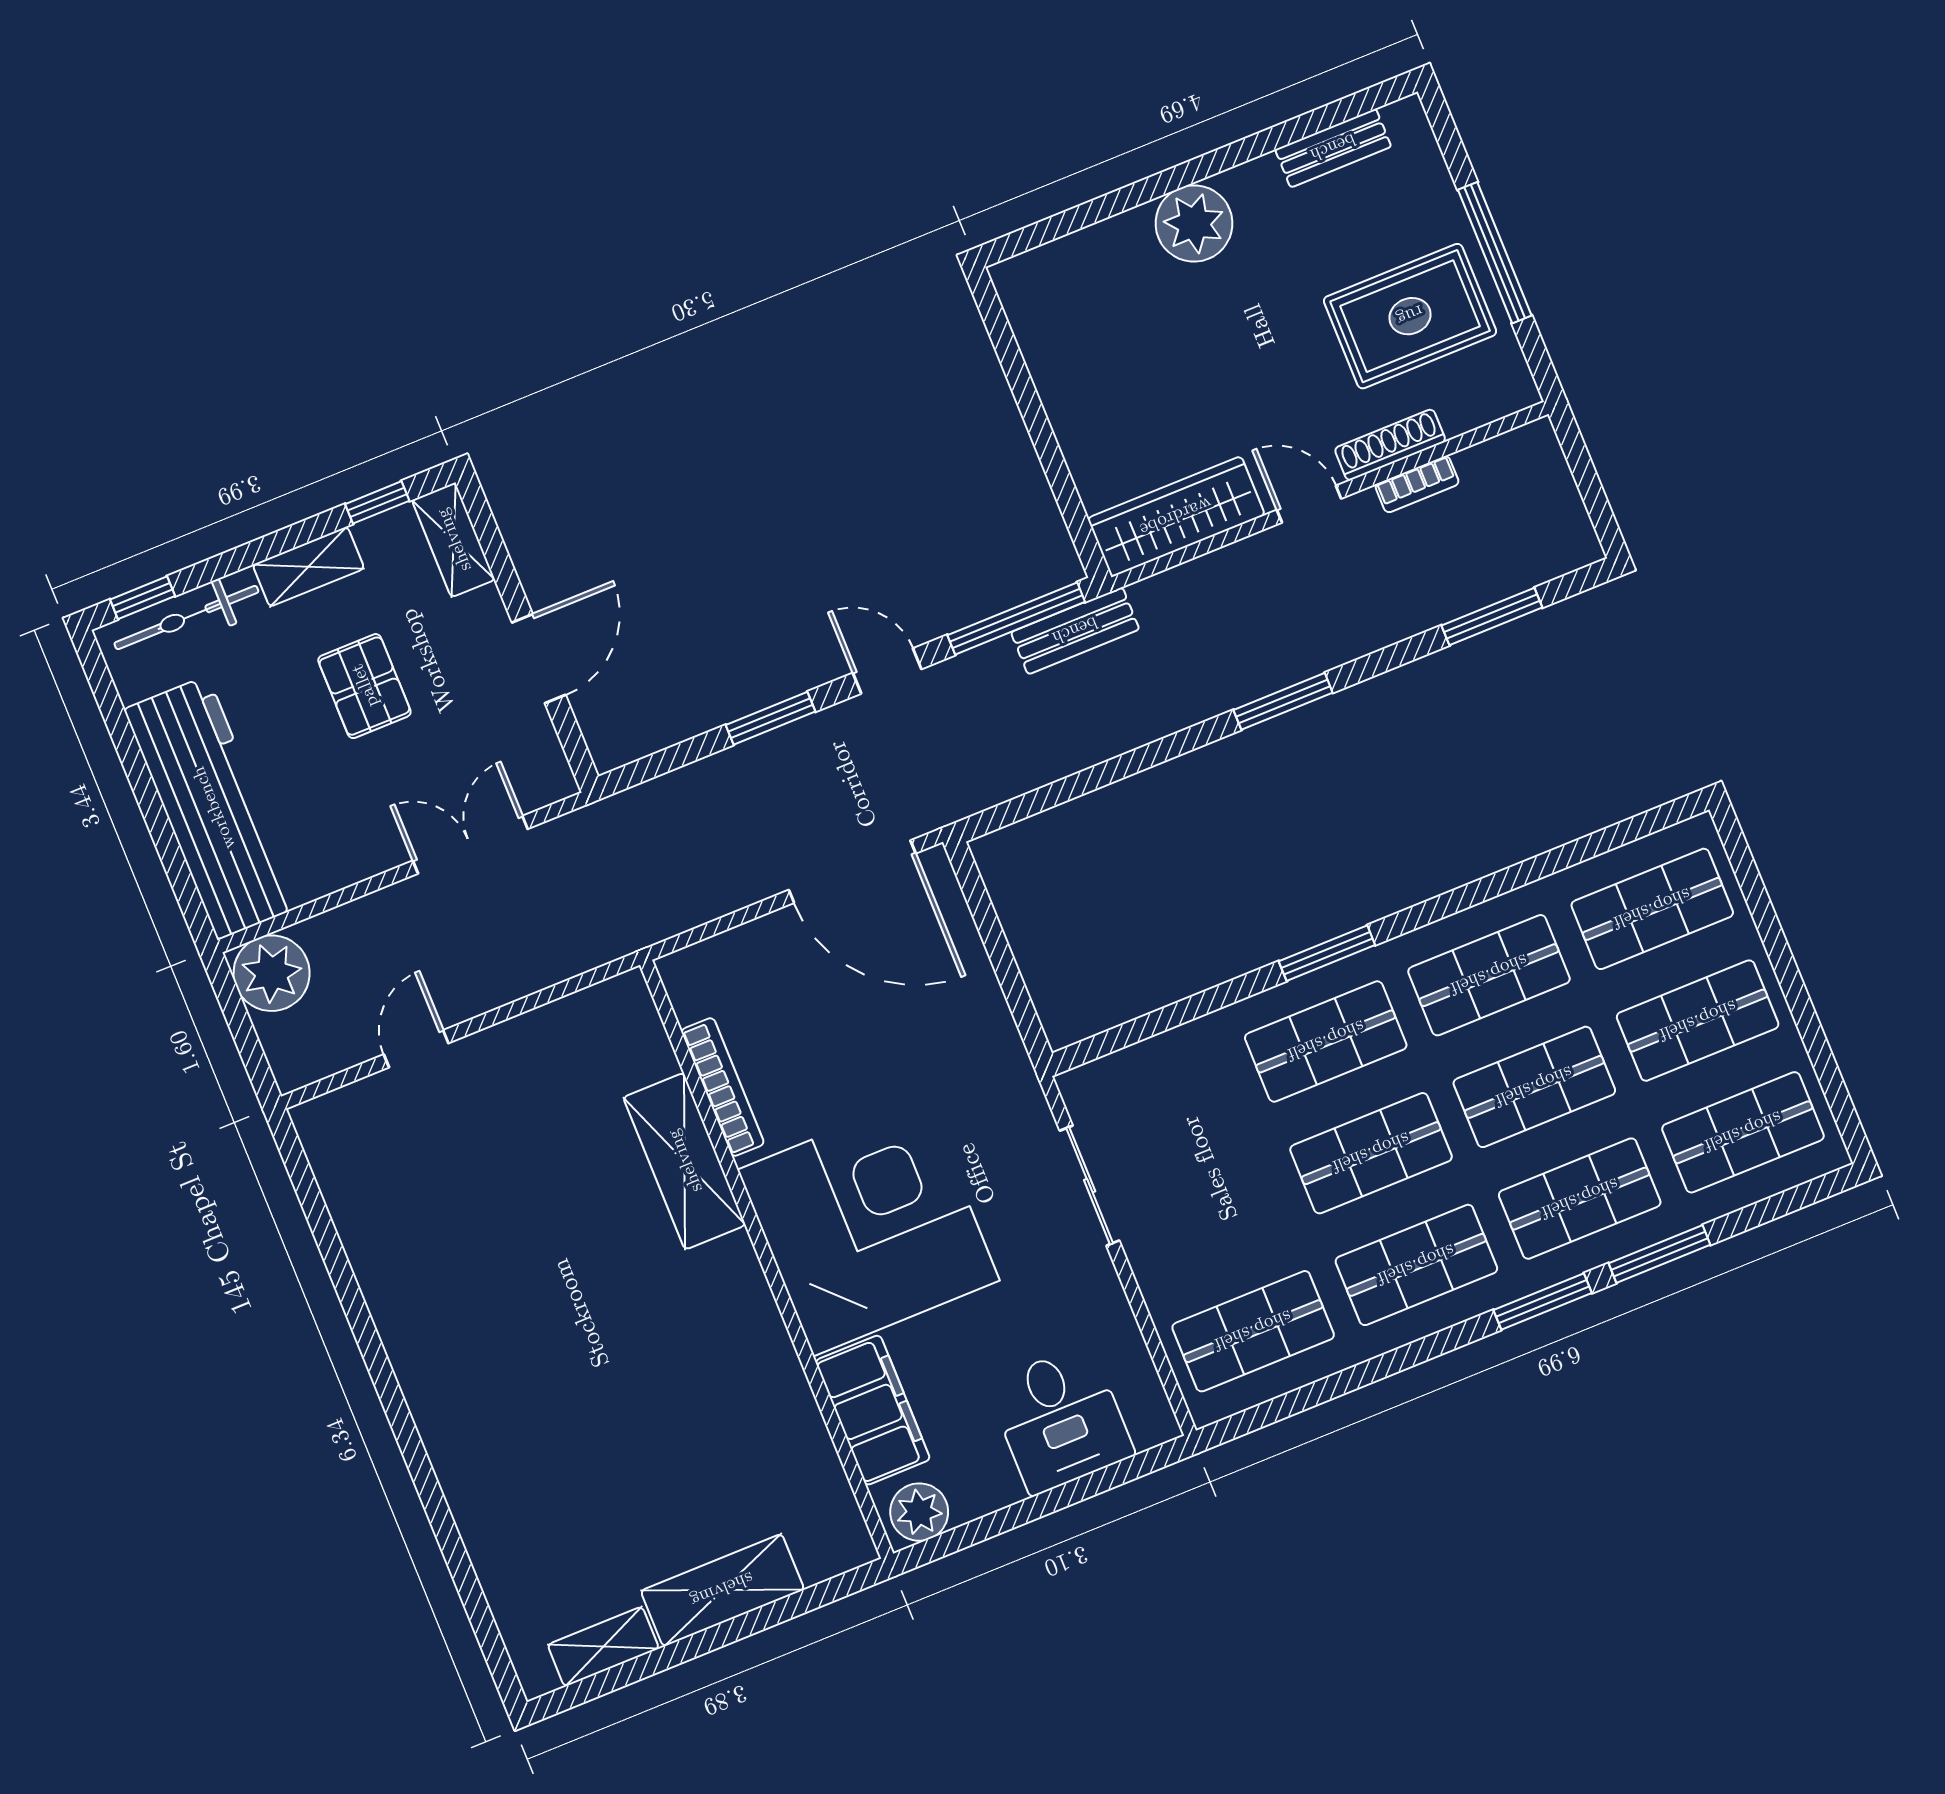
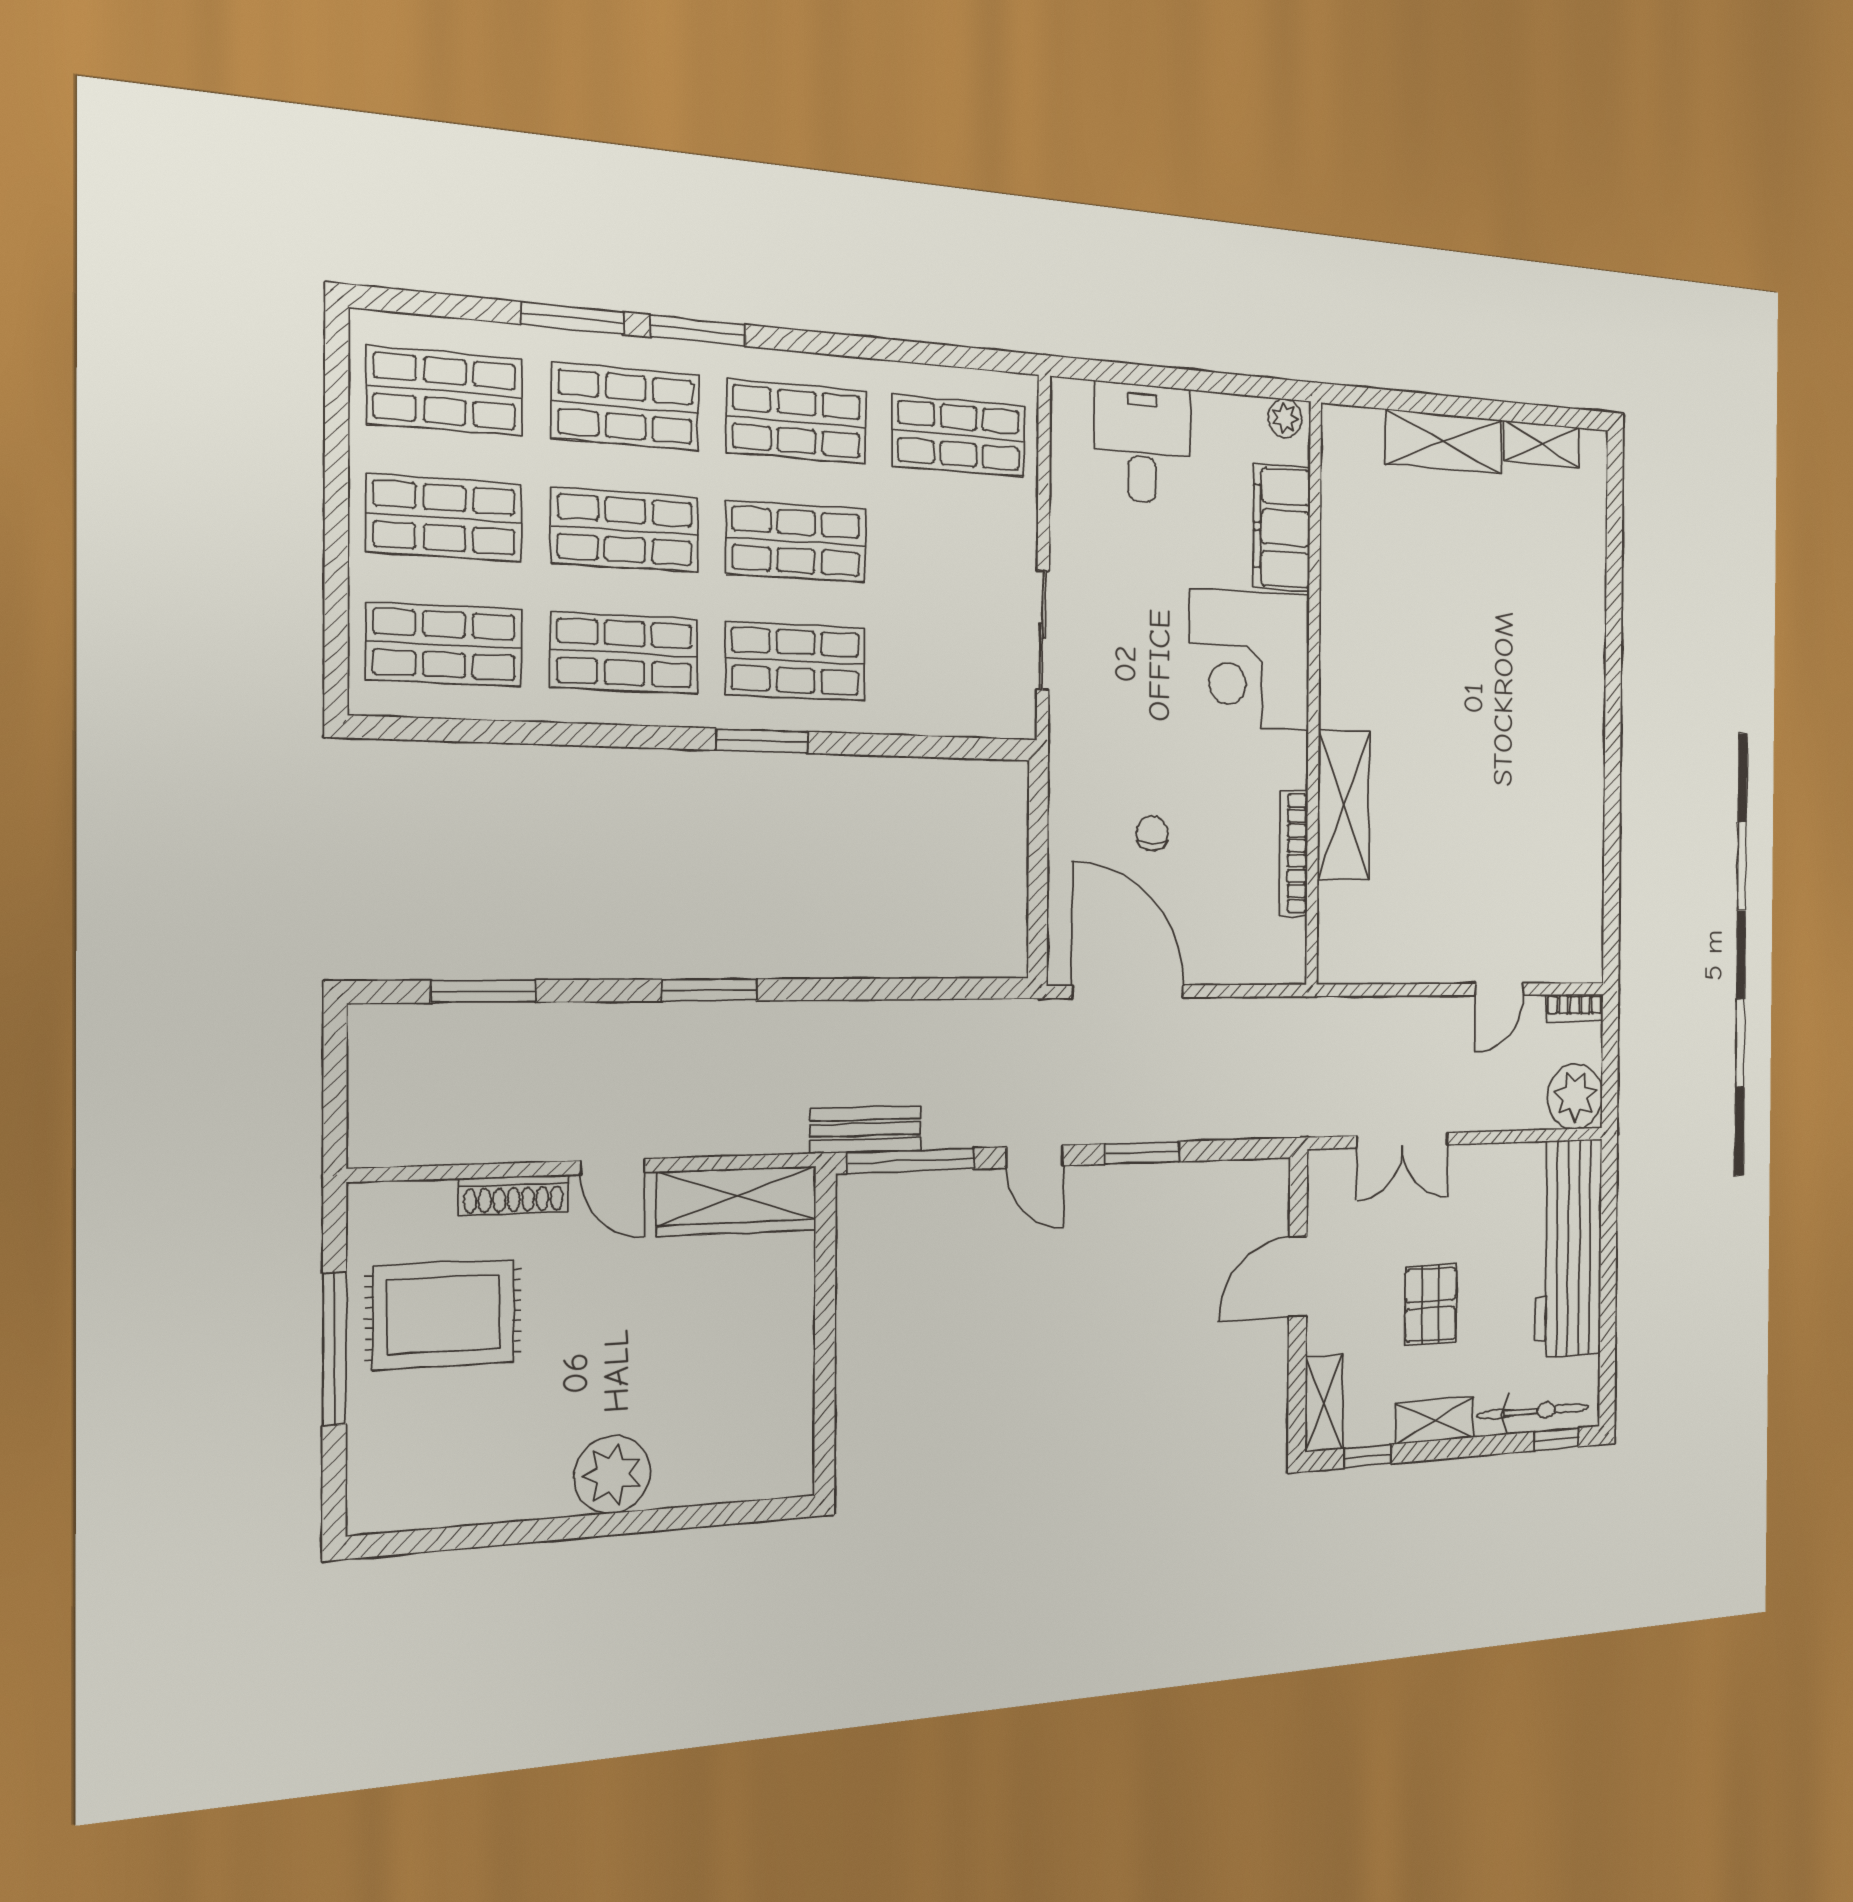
bench: (1333, 148) -> (452, 1506), removed
bookcase: (1417, 484) -> (1575, 1008), moved, turned 180
chair: (891, 1039) -> (1152, 833), added
corner desk: (869, 1225) -> (1249, 660), width x0.74, depth x0.74
plant: (919, 1512) -> (1285, 418), width x0.73, depth x0.73

